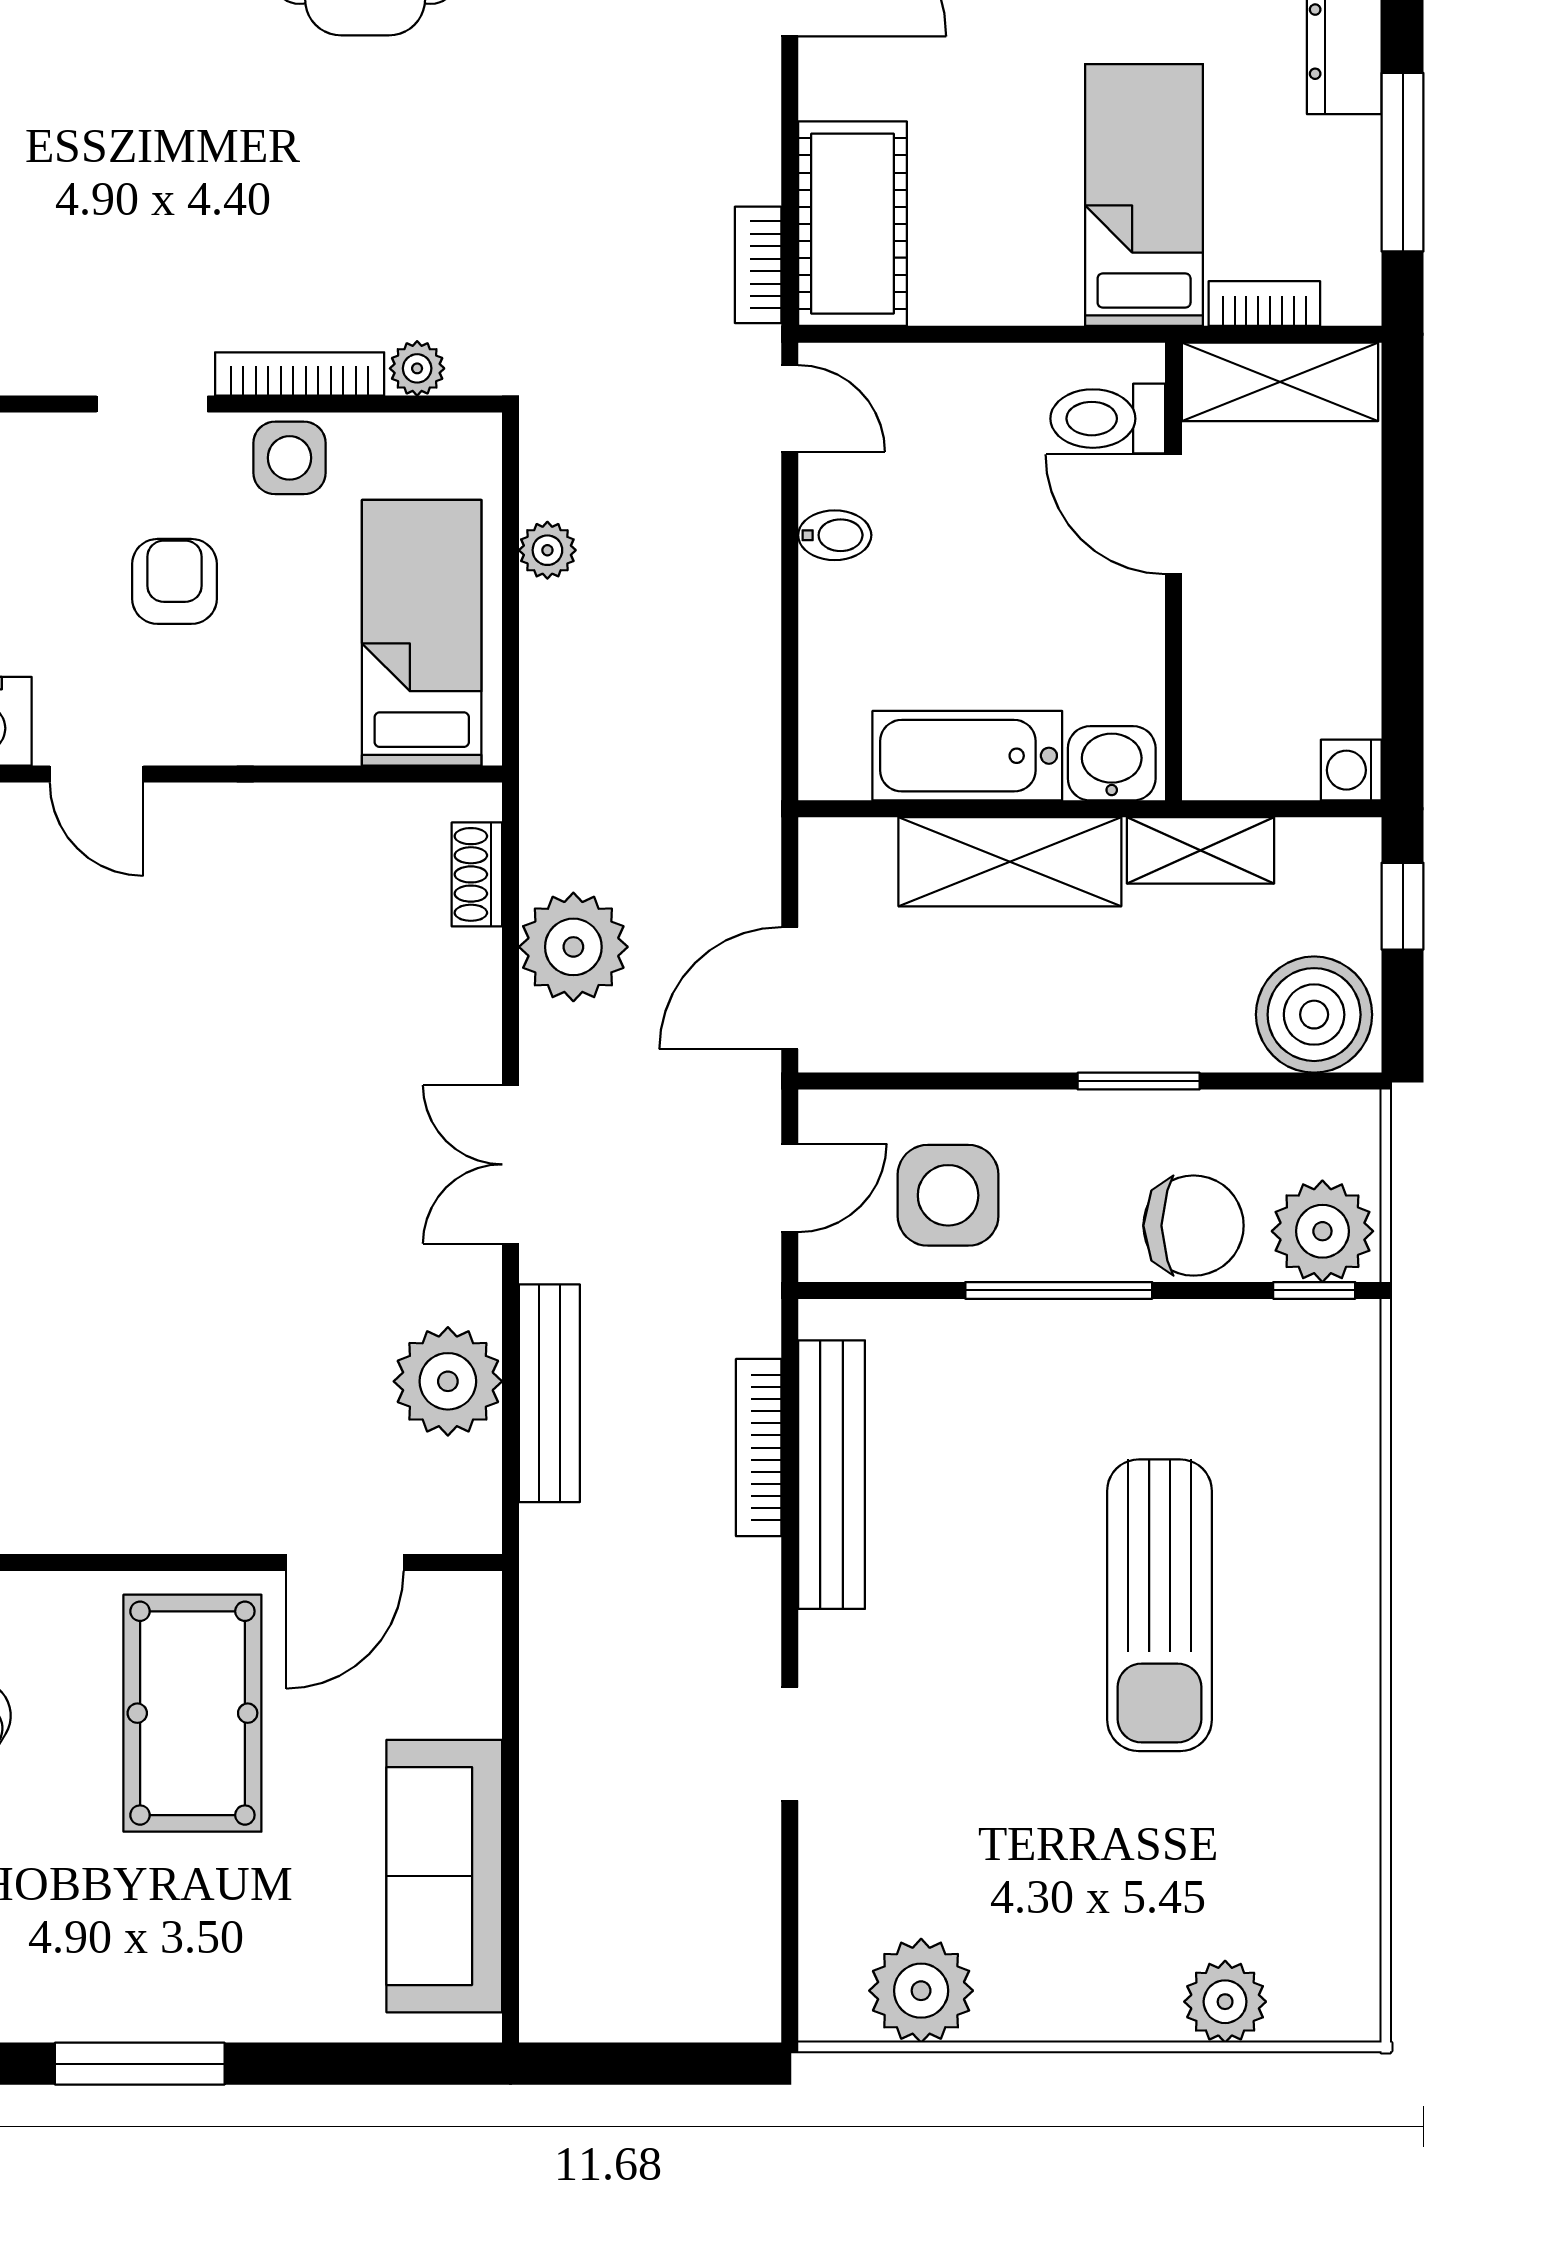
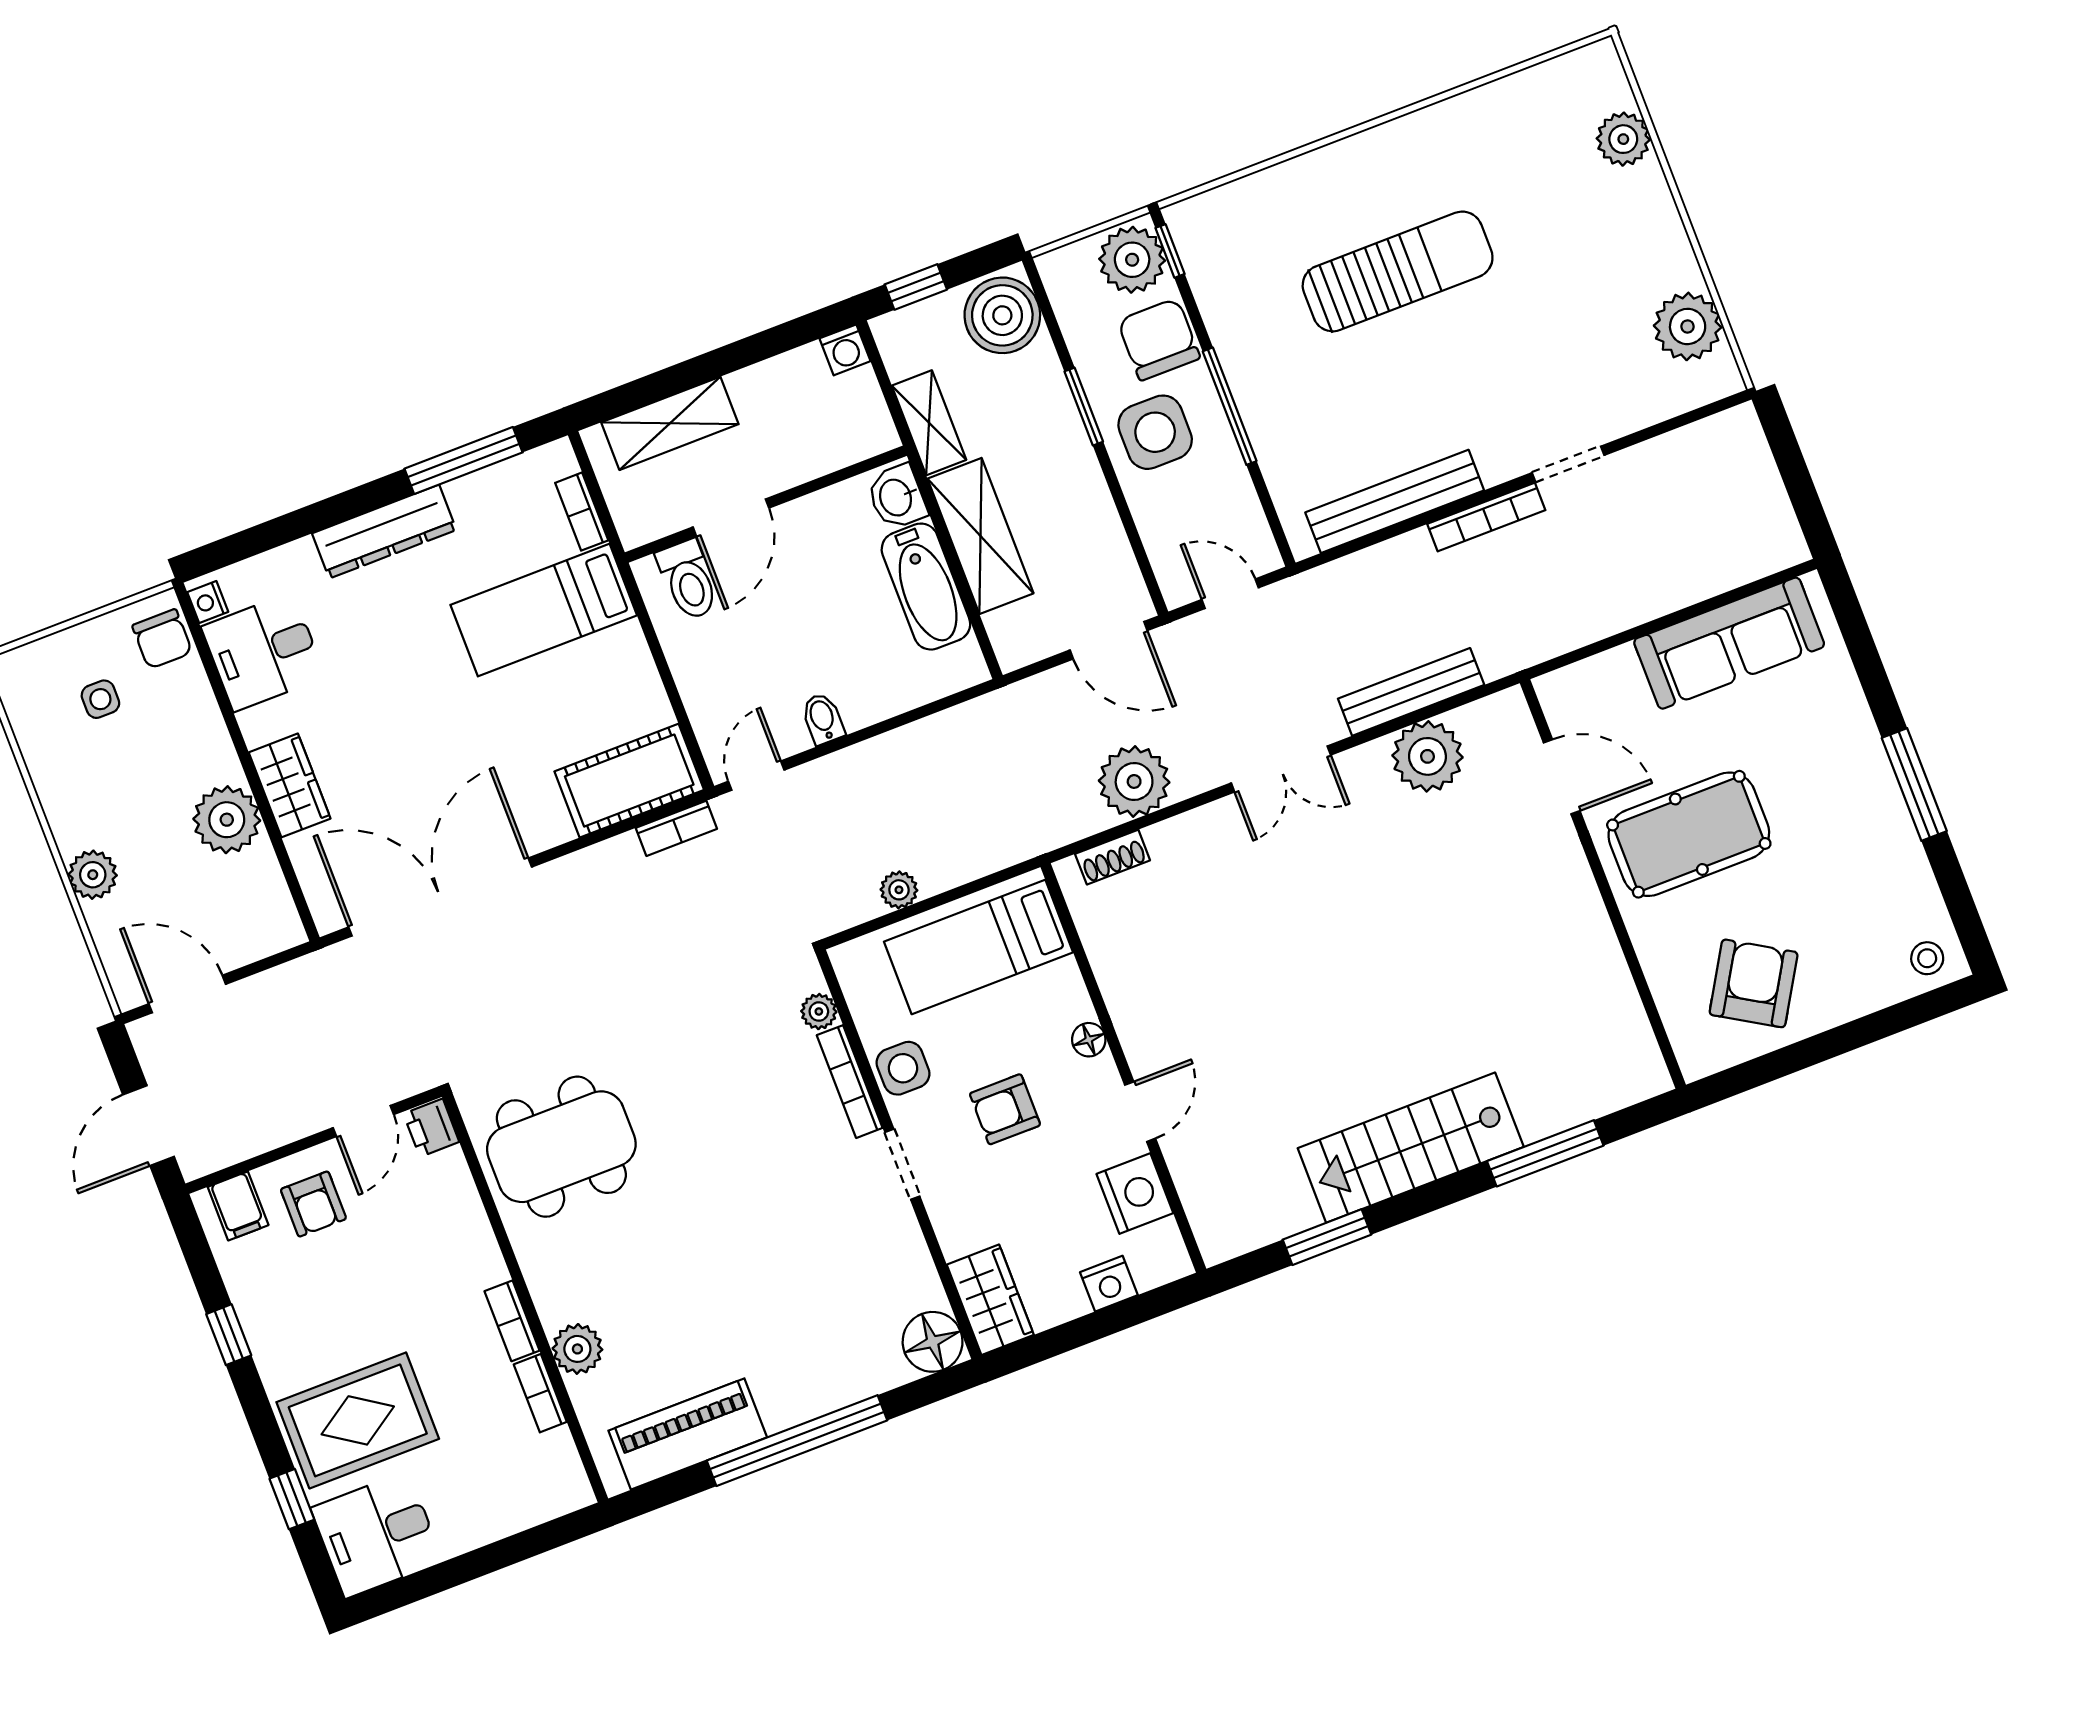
shelving: (1280, 382) -> (670, 423), moved, turned 90
floor lamp: (228, 740) -> (1089, 1040), added
side table: (948, 1195) -> (1155, 432), moved
bookcase: (759, 1448) -> (1486, 517), moved

